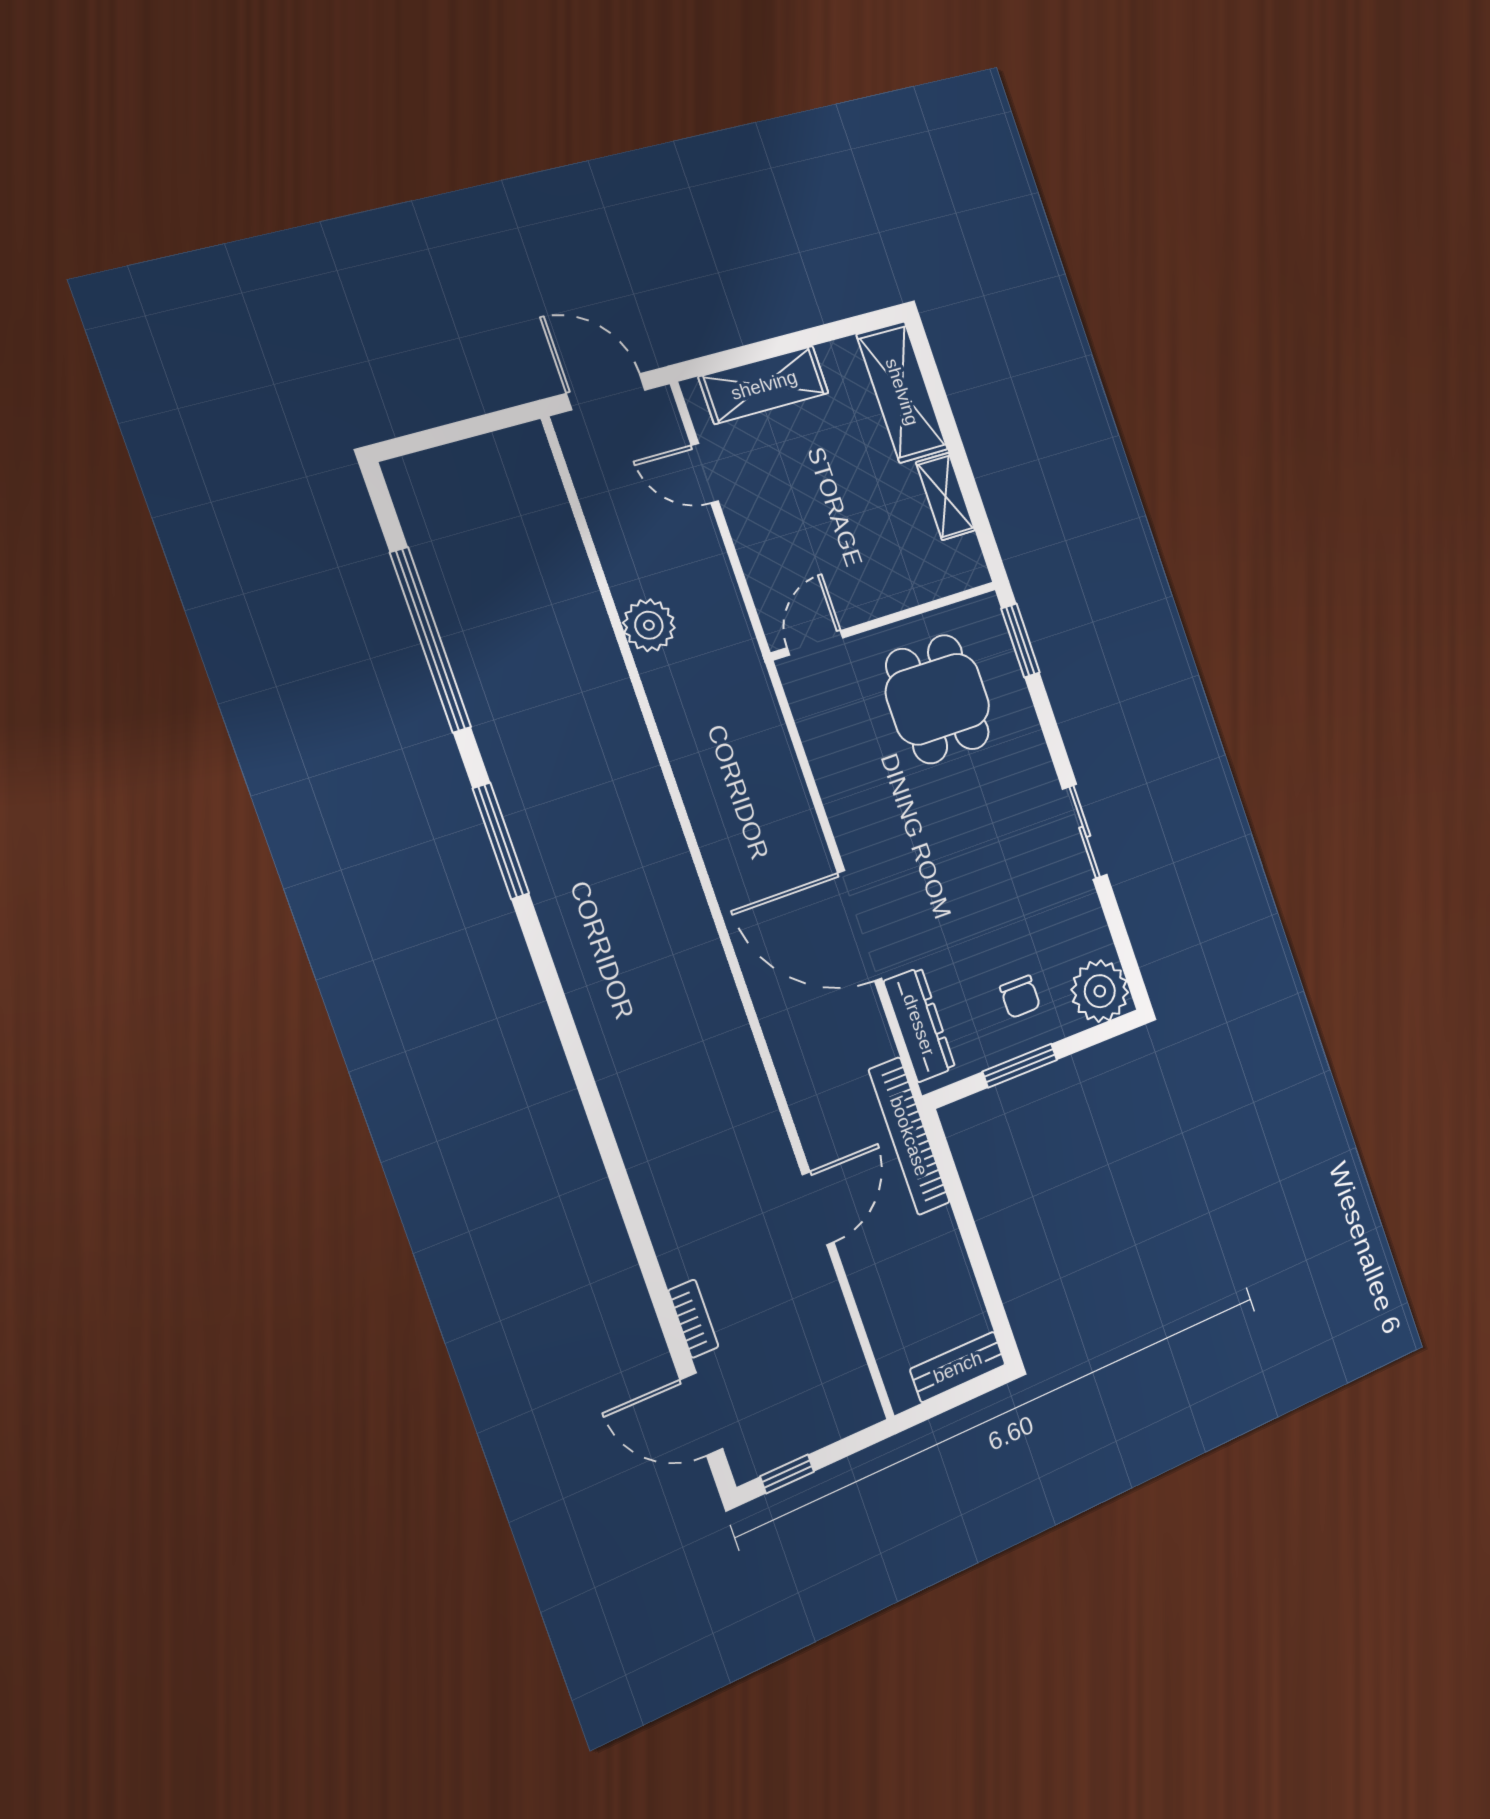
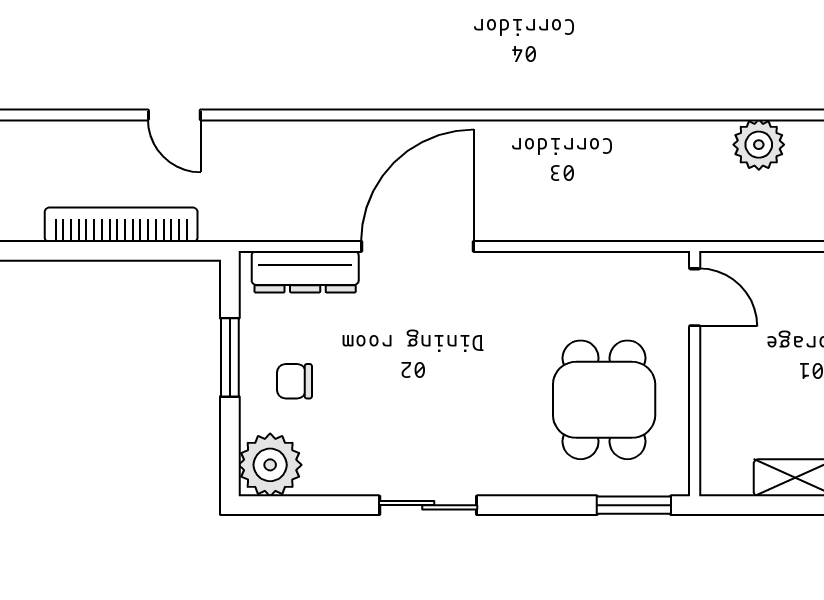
dining table: (938, 699) -> (604, 400), turned 90
bookcase: (909, 1136) -> (121, 225), moved
door: (818, 1208) -> (174, 115), width x0.73

